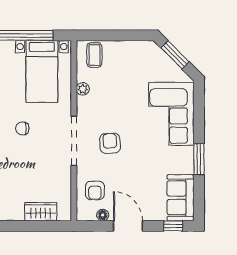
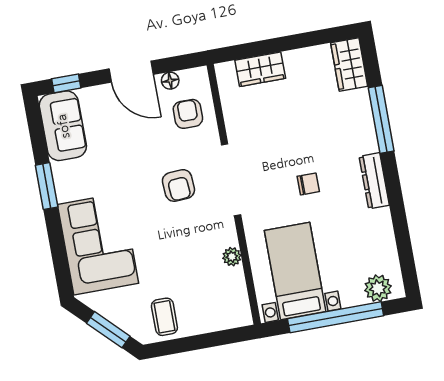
coffee table: (94, 55) -> (164, 317), moved

